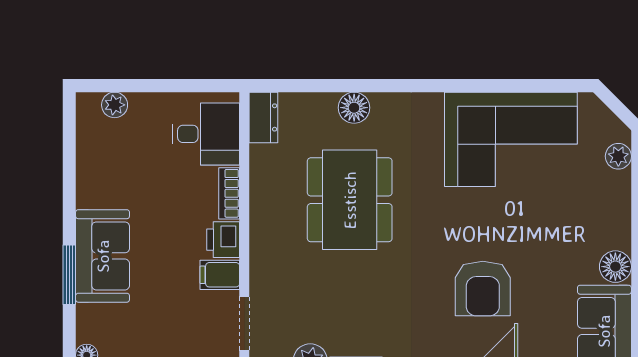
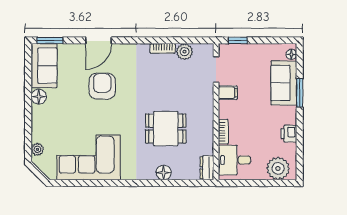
plant: (115, 105) -> (278, 168), width x1.88, depth x1.88
dining table: (350, 200) -> (166, 129), width x0.73
printer: (223, 240) -> (289, 134), moved, turned 180
sofa: (103, 256) -> (284, 83), moved

